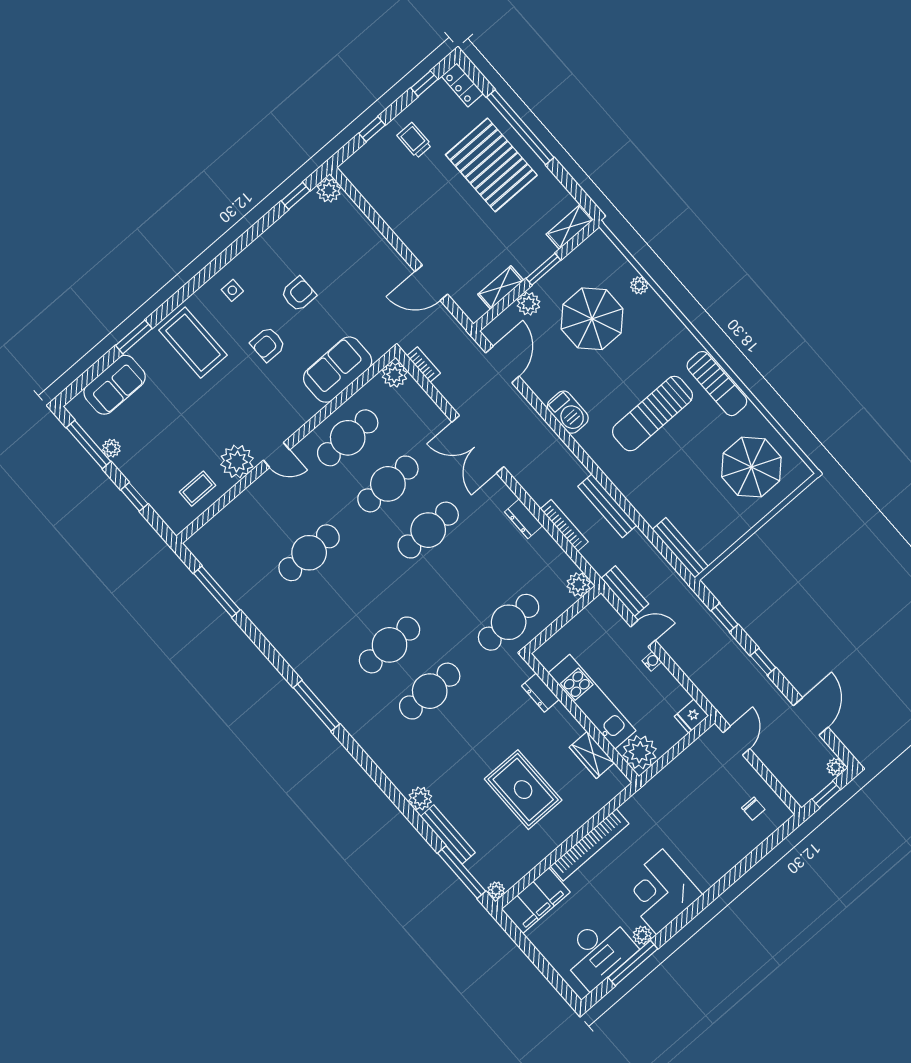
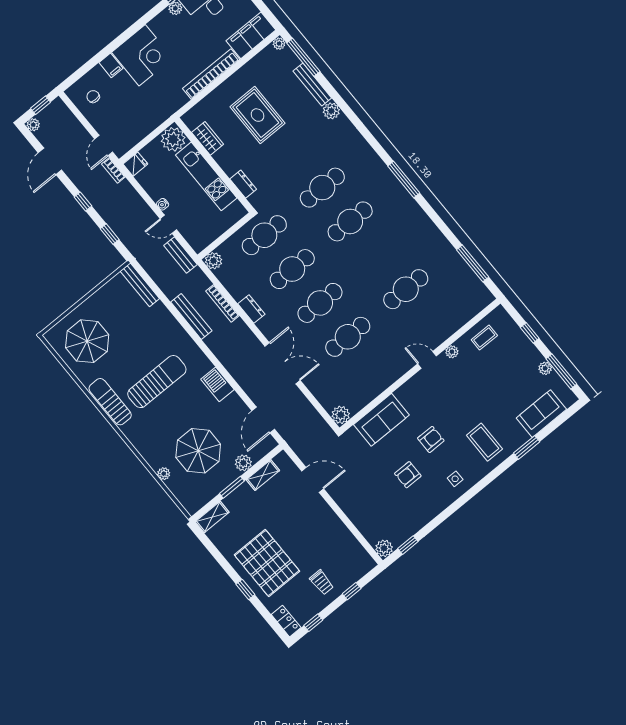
window: (520, 127) -> (245, 589), width x0.32
coffee table: (193, 343) -> (484, 442), width x0.73, depth x0.76
bookcase: (424, 365) -> (113, 170), moved
cafe table: (348, 438) -> (292, 269), moved
plant: (237, 461) -> (452, 352), width x0.53, depth x0.53
filing cabinet: (730, 853) -> (111, 65), added
corner desk: (660, 892) -> (142, 55), moved

